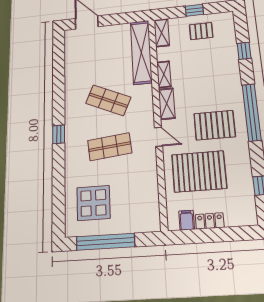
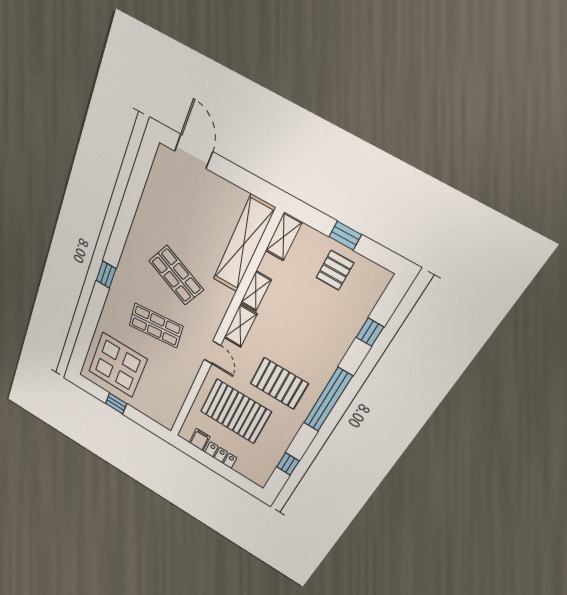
pallet: (201, 31) -> (335, 270), turned 90
display table: (93, 203) -> (118, 365), width x1.36, depth x1.36
window: (105, 242) -> (116, 404), width x0.32

